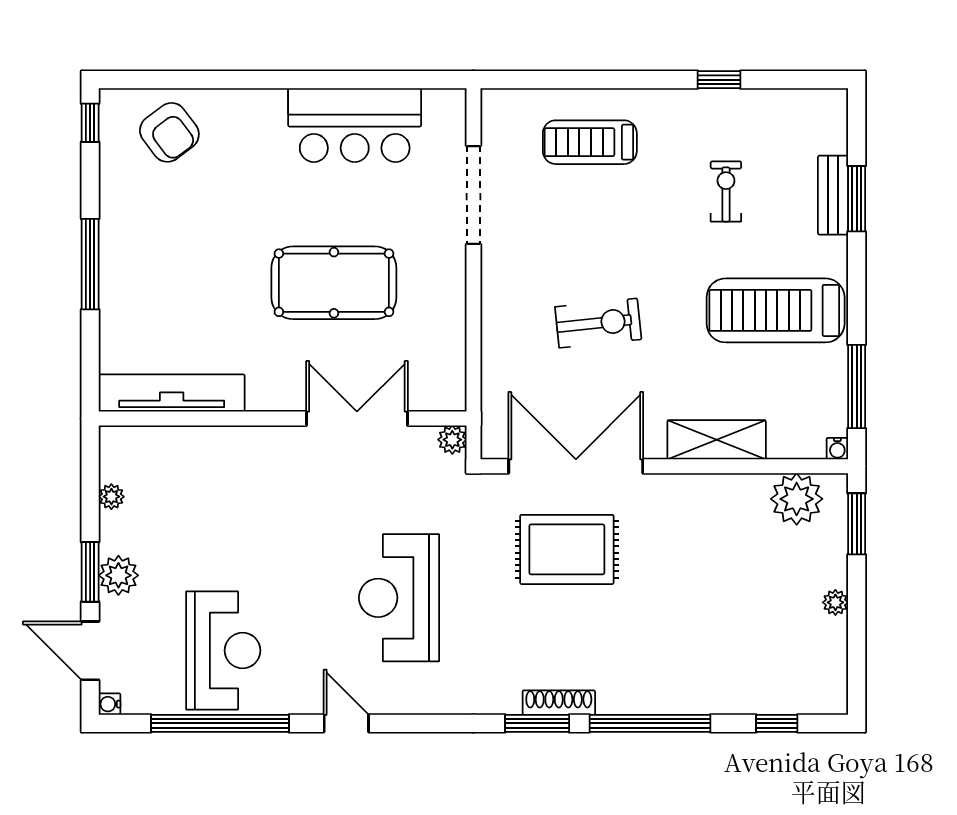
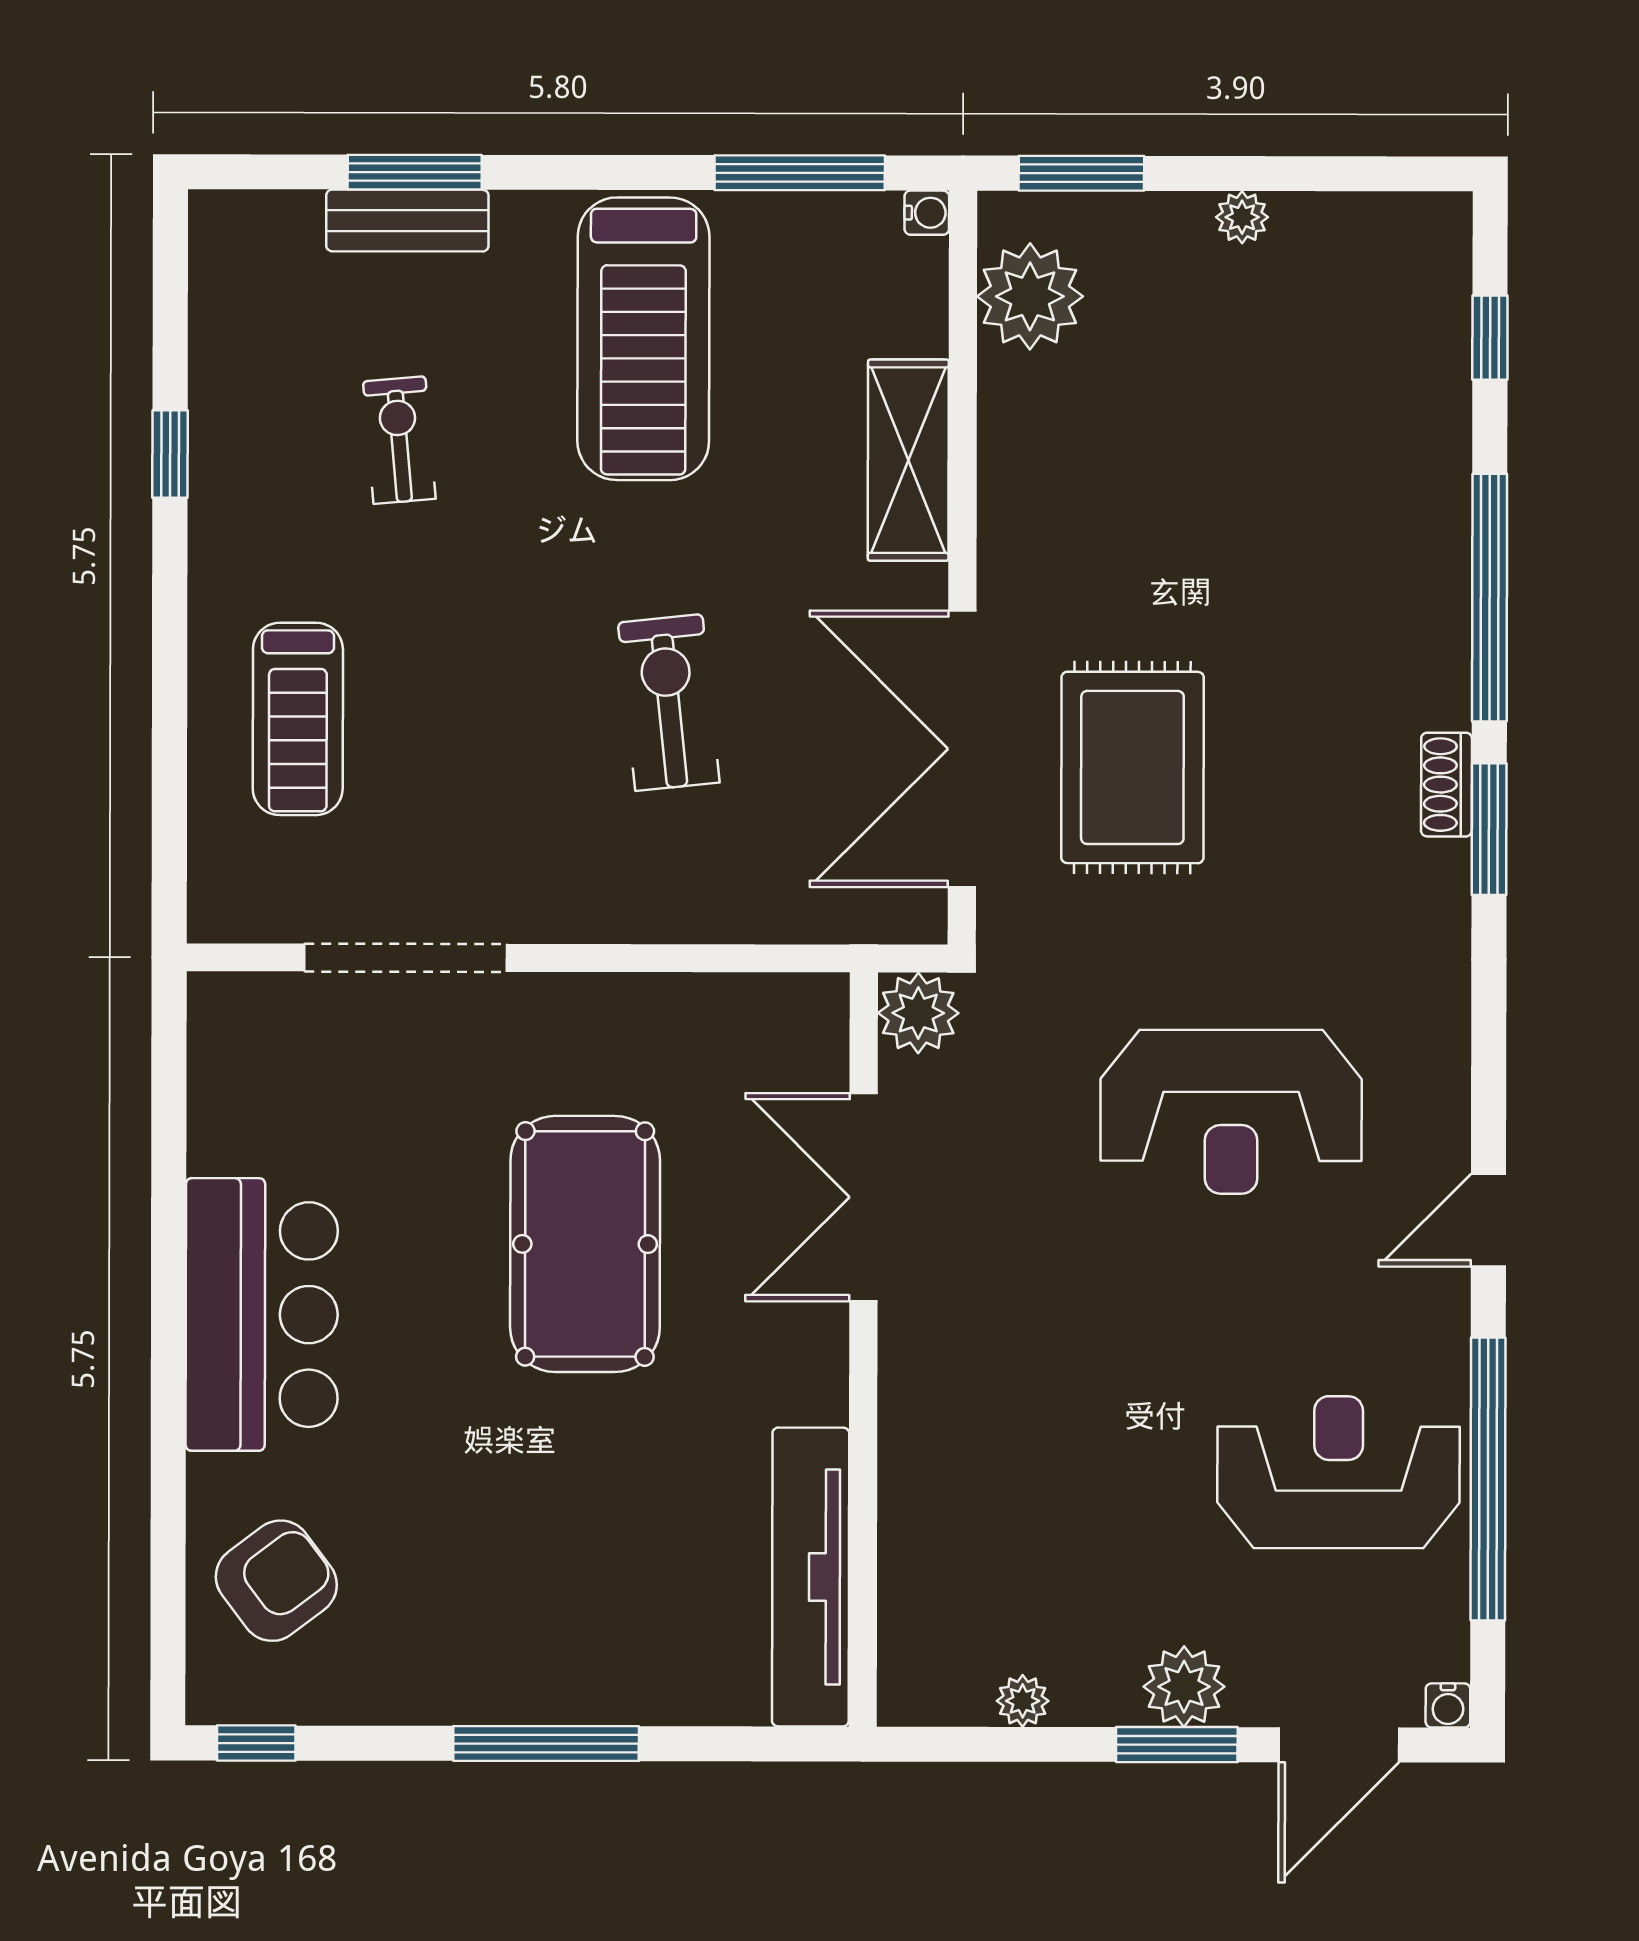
bar counter: (355, 125) -> (262, 1315), moved
exercise bike: (726, 191) -> (399, 440), turned 85
plant: (452, 440) -> (918, 1013), width x1.38, depth x1.38
shoe rack: (559, 703) -> (1446, 785), width x0.70

